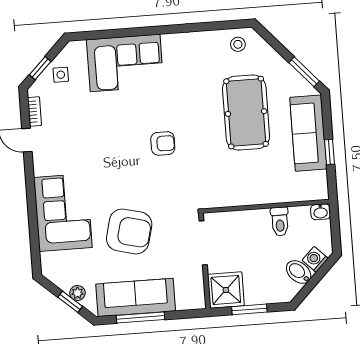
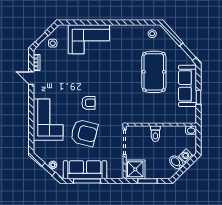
armchair: (163, 143) -> (88, 103), moved
toilet: (280, 222) -> (155, 134), moved

